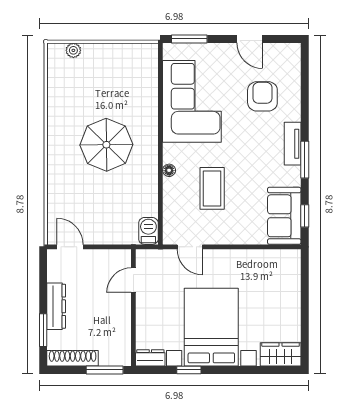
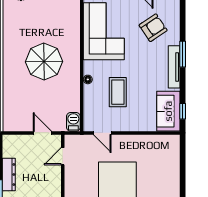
armchair: (262, 96) -> (153, 28), turned 56
tv unit: (293, 144) -> (174, 67), width x1.41
window: (305, 160) -> (183, 54), moved
door: (70, 247) -> (42, 133), moved

